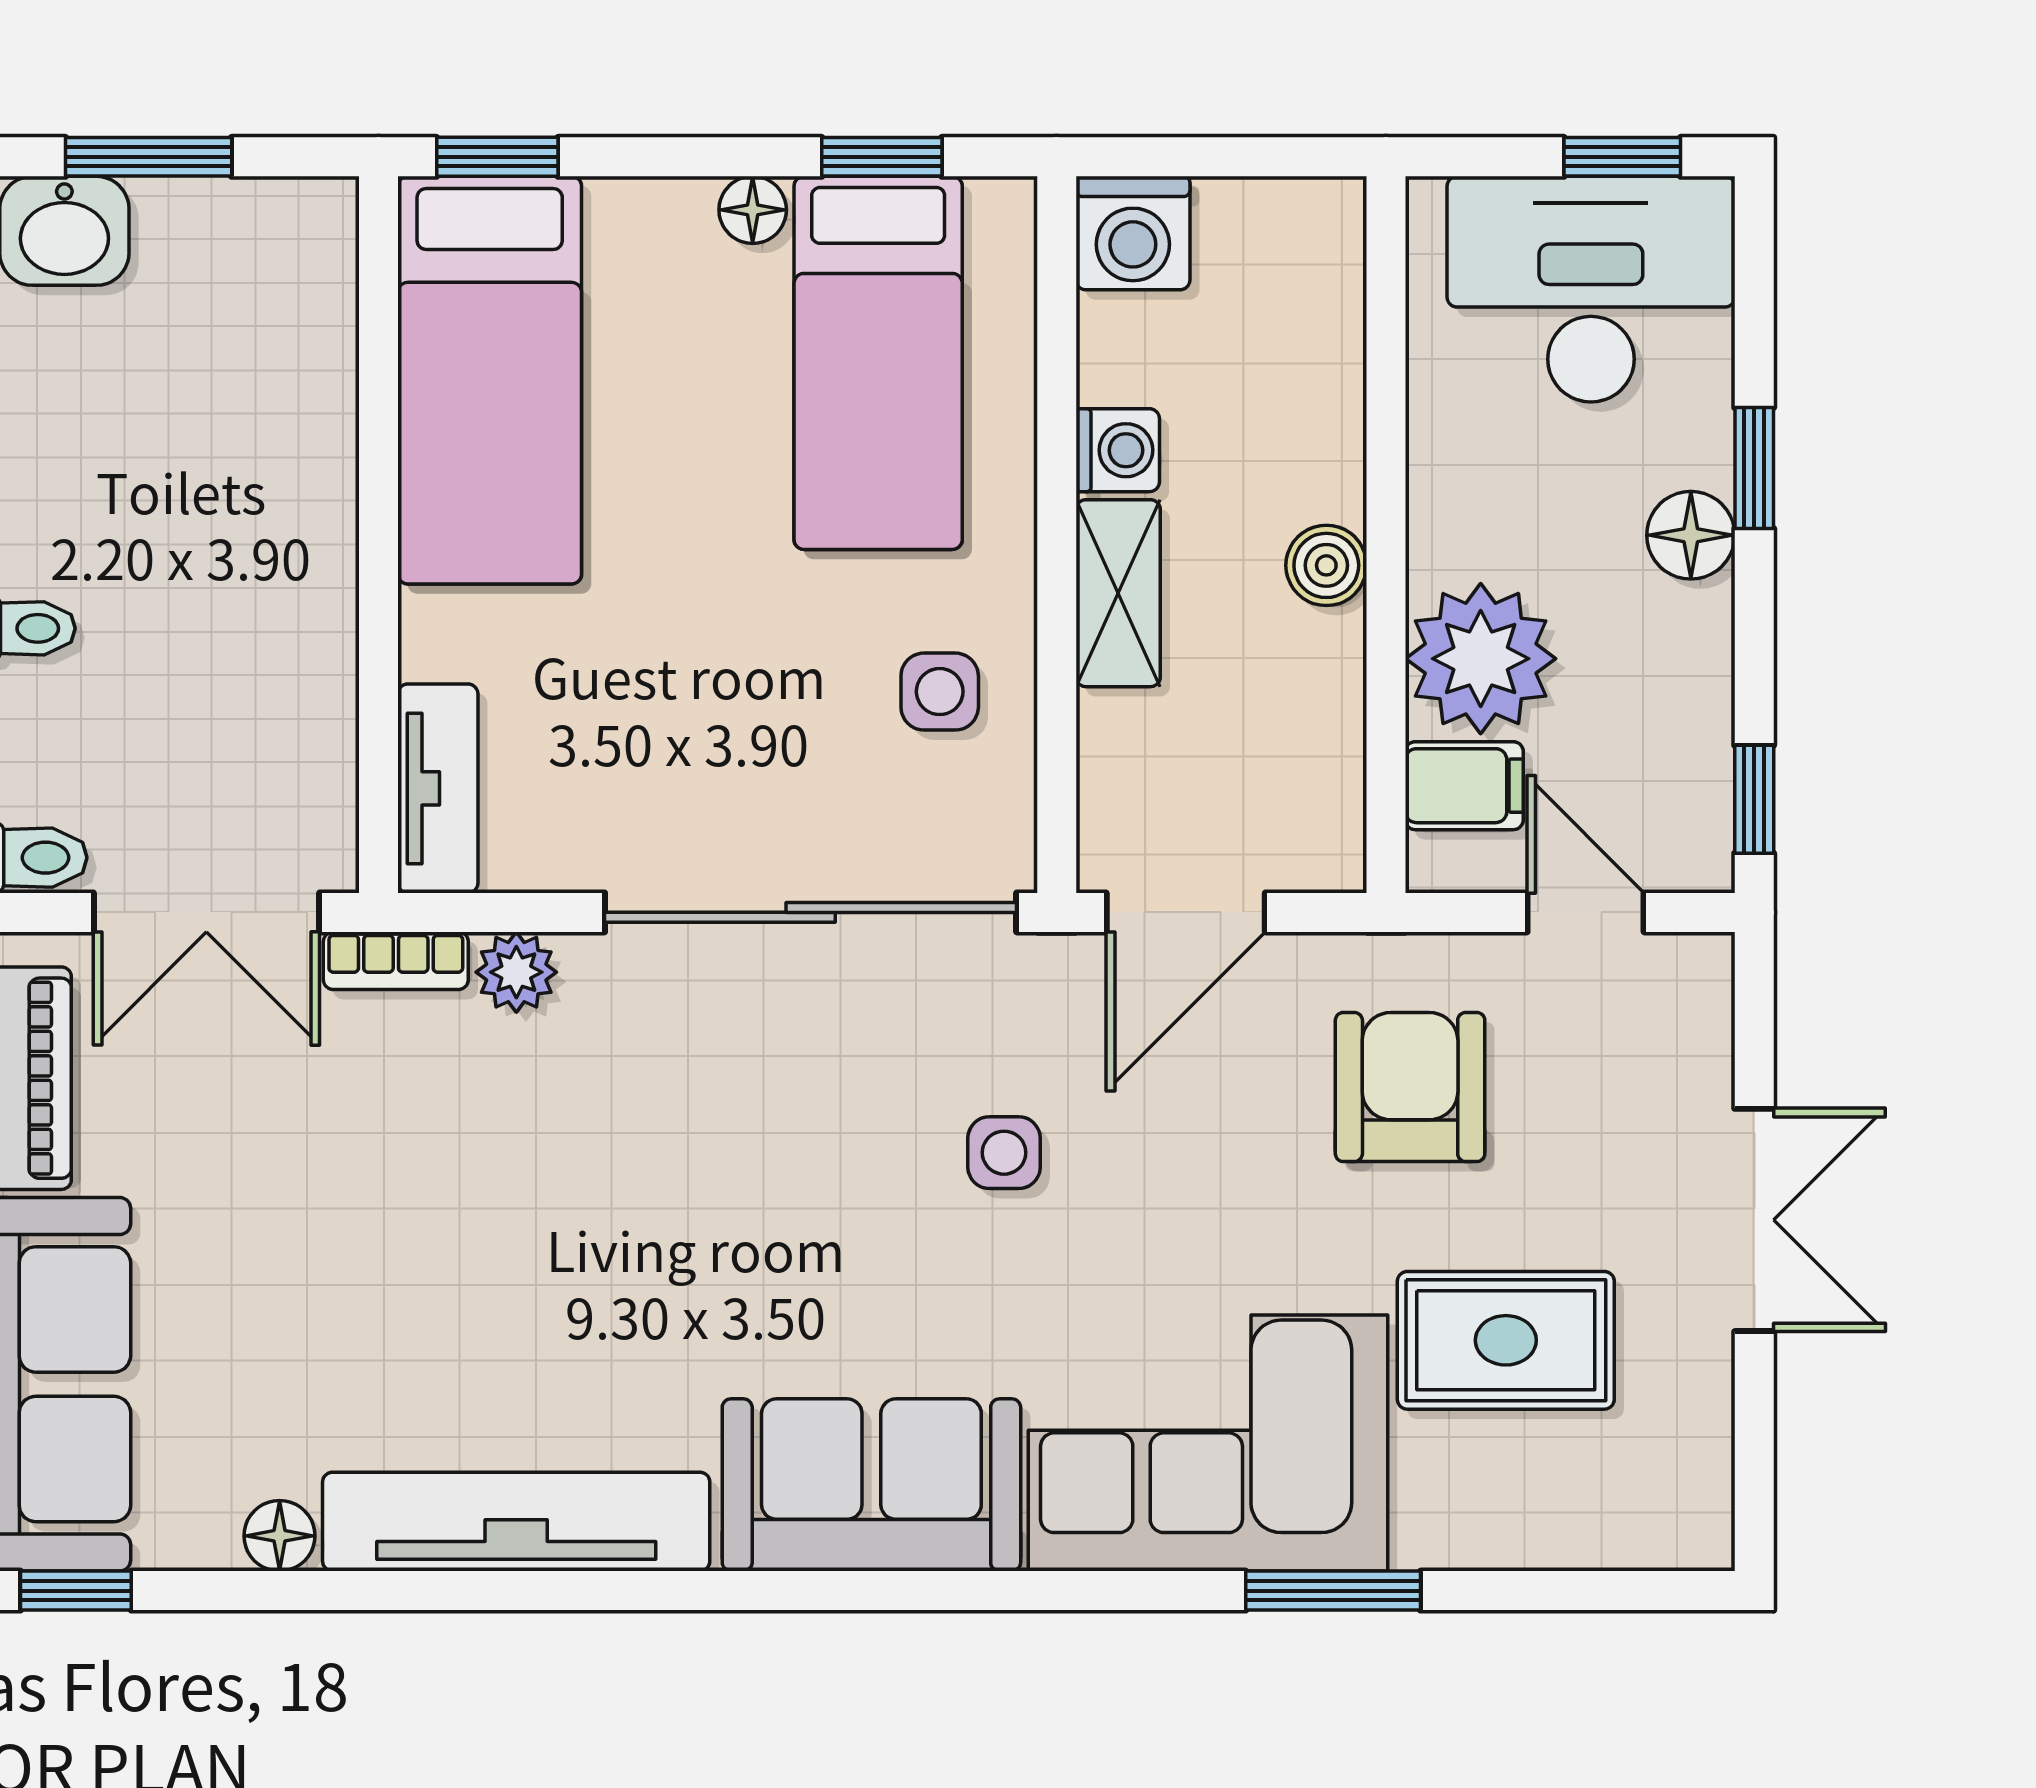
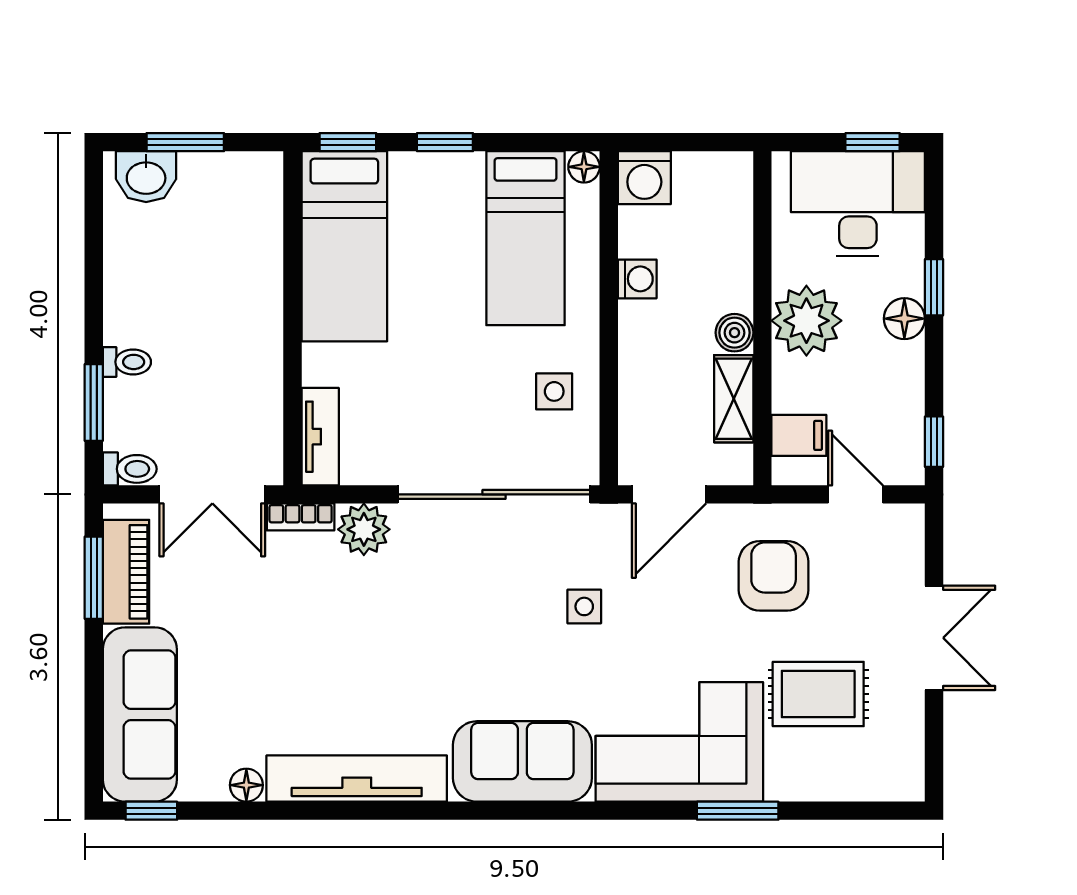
window: (882, 157) -> (445, 142), moved
floor lamp: (753, 210) -> (584, 167), moved
shelving: (1118, 593) -> (734, 399), moved
plant: (1481, 659) -> (806, 321), moved
plant: (516, 972) -> (364, 529), width x1.38, depth x1.38

